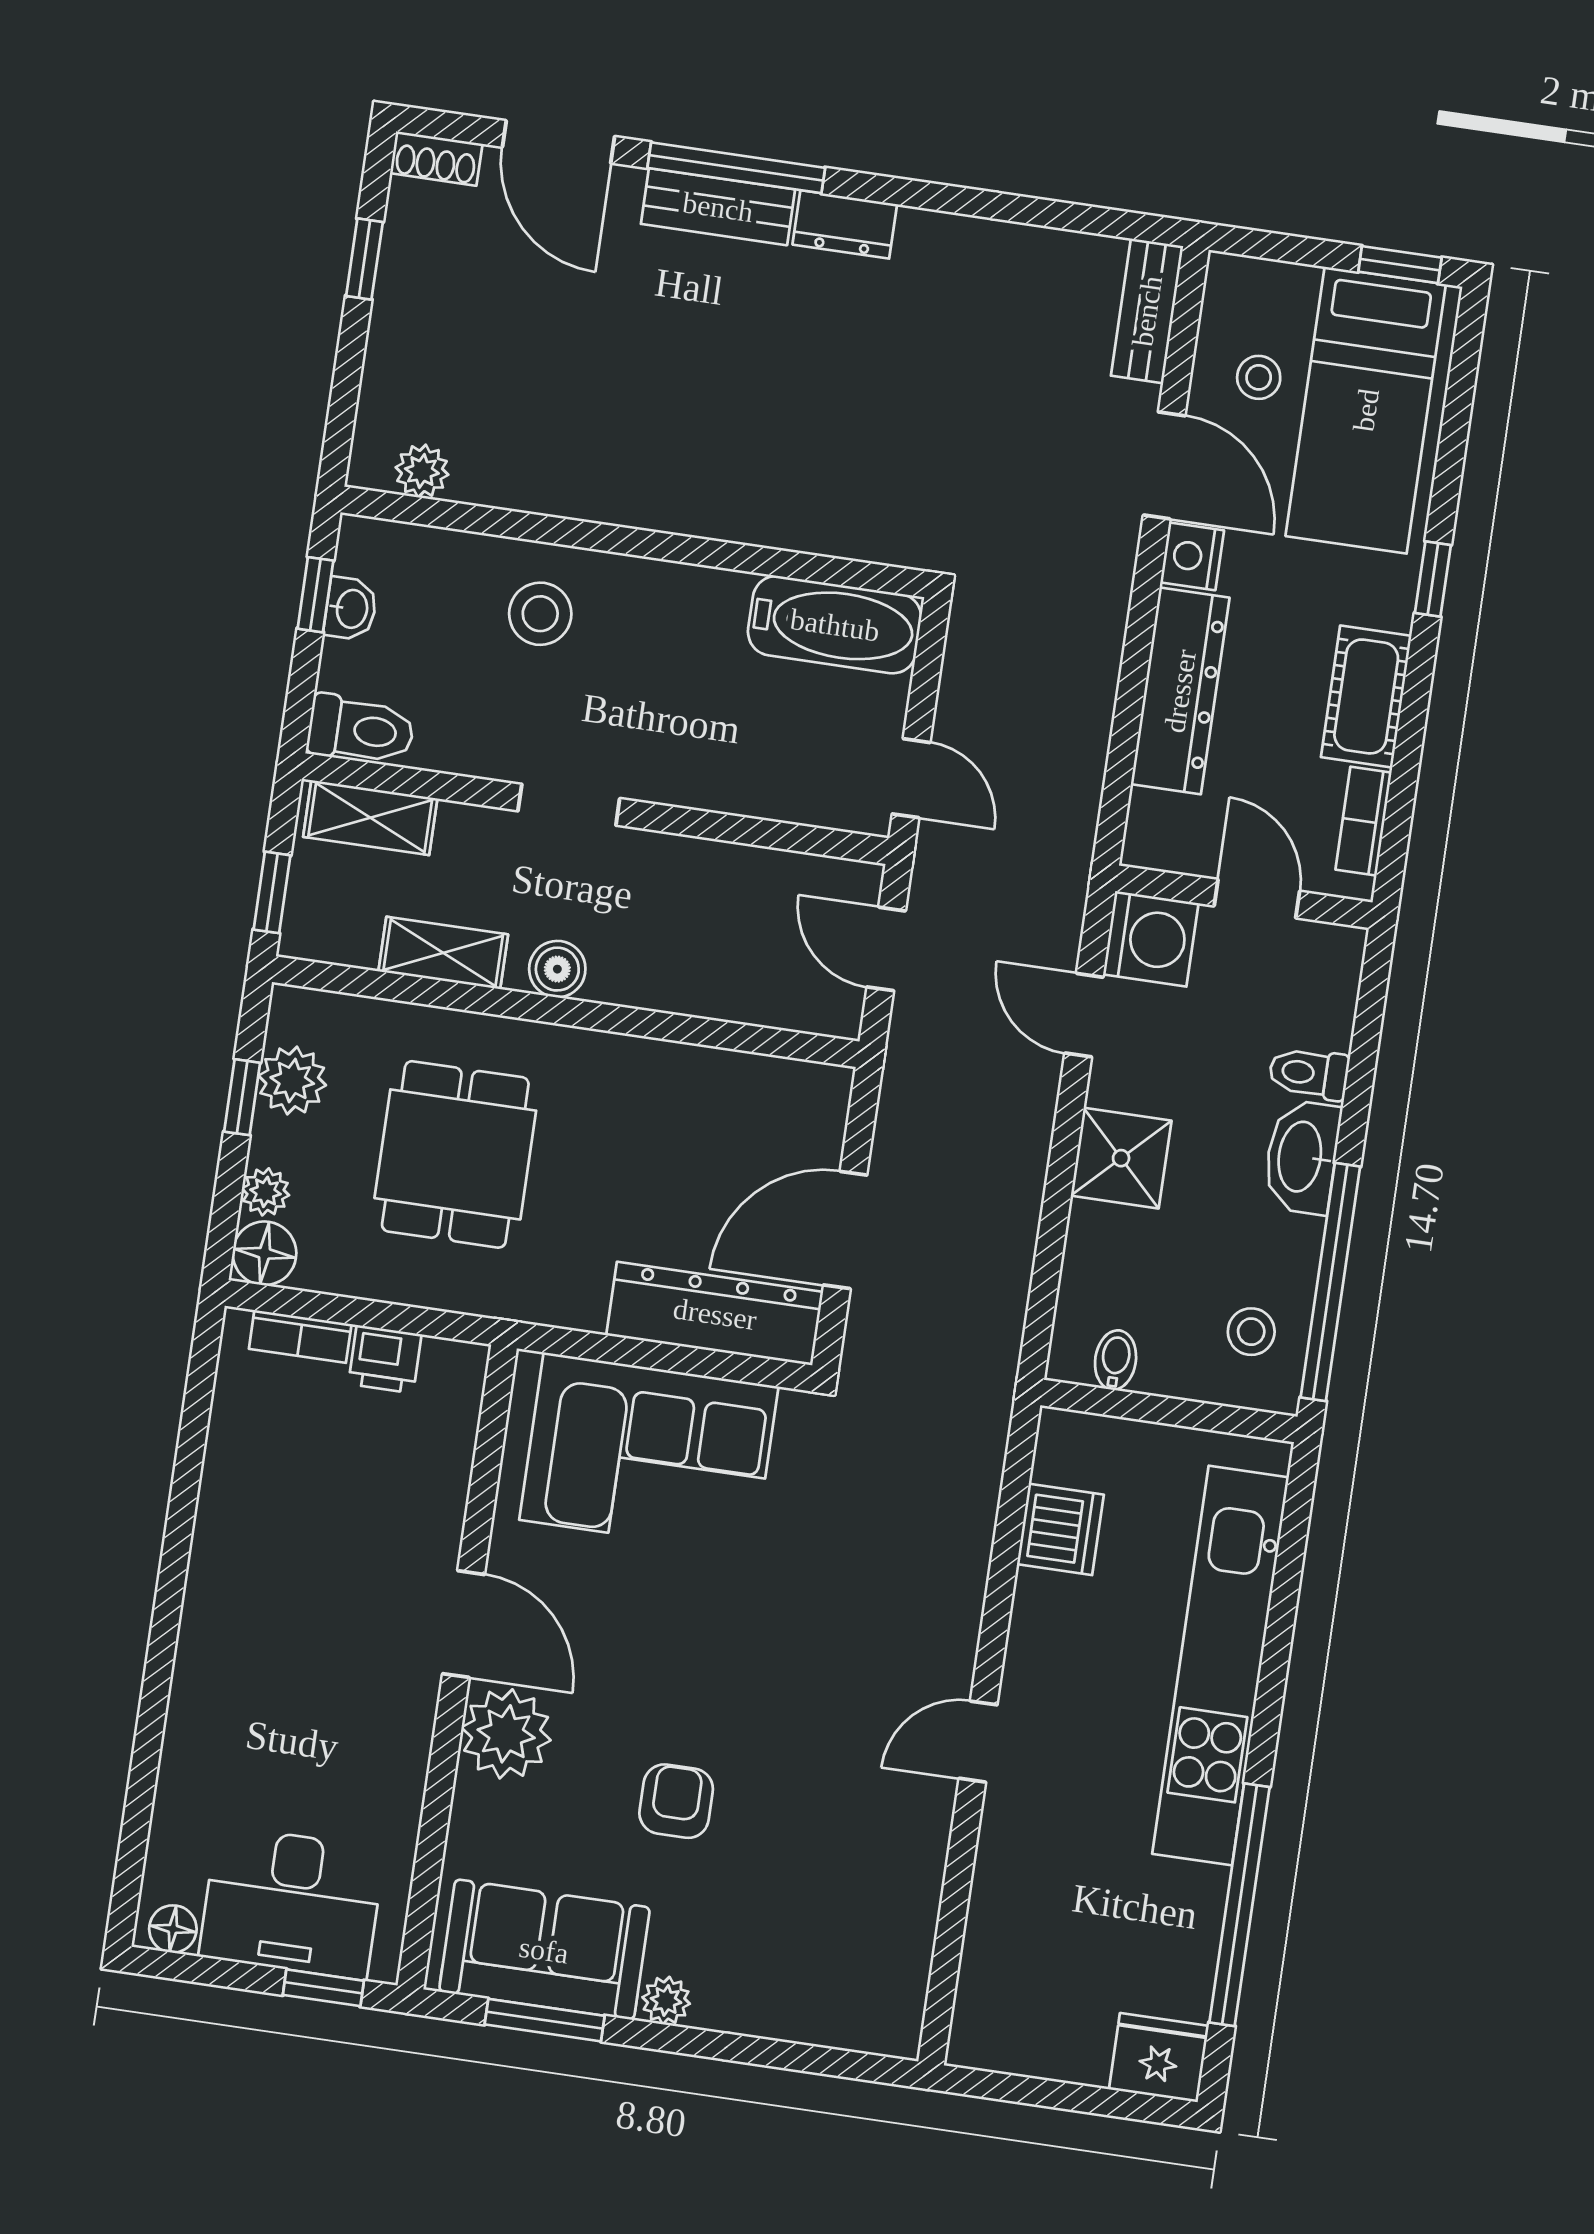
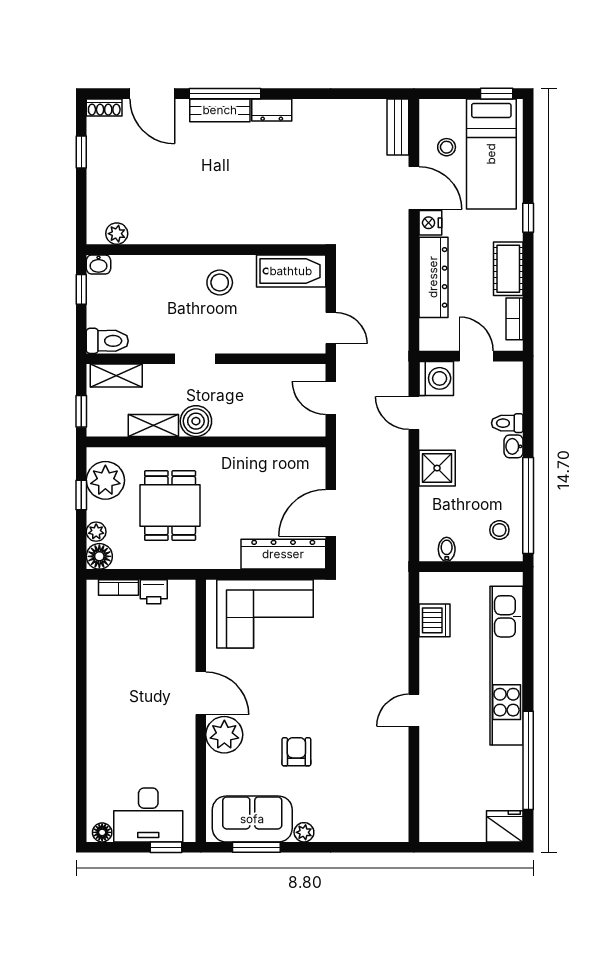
washbasin: (351, 609) -> (98, 265), moved, turned 90
stool: (540, 614) -> (220, 283), moved
boiler: (557, 969) -> (196, 421), width x1.36, depth x1.36
plant: (292, 1080) -> (105, 480), width x1.36, depth x1.36
washbasin: (1302, 1157) -> (514, 446), width x0.52, depth x0.69

